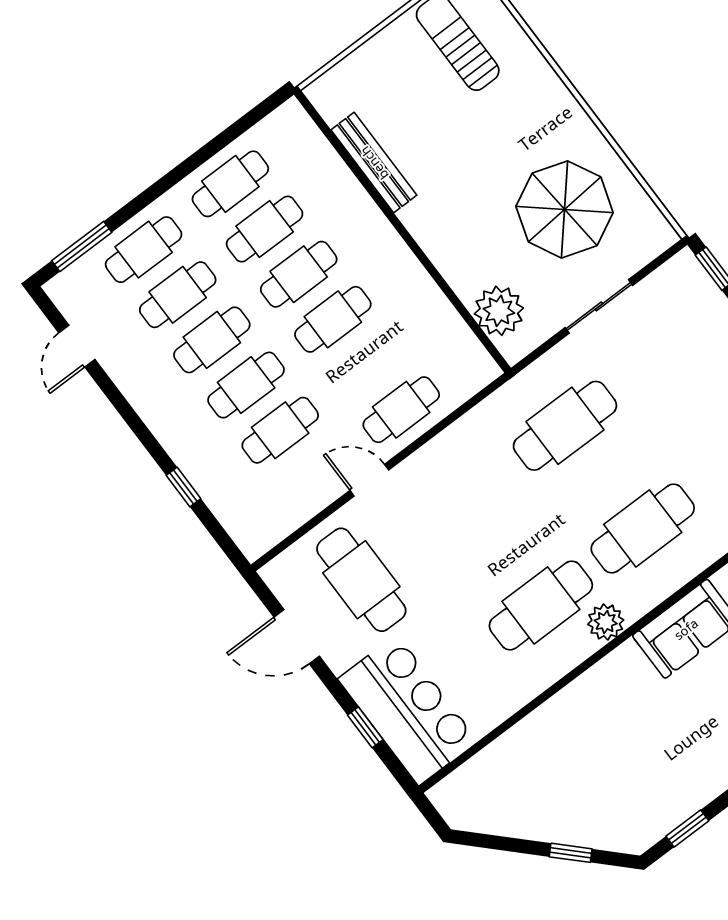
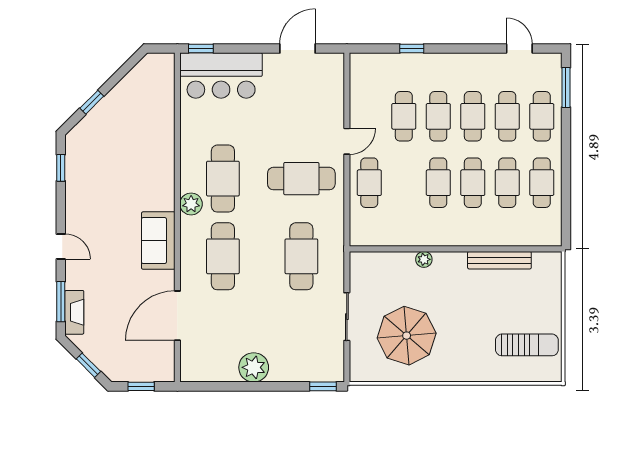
plant: (499, 311) -> (424, 259), moved, width x0.53, depth x0.53
cafe table: (361, 580) -> (301, 179), moved
window: (365, 727) -> (201, 48), moved

